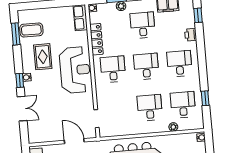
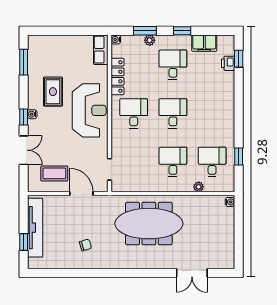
coffee table: (31, 30) -> (54, 173), moved
printer: (191, 35) -> (228, 63), moved
desk: (179, 64) -> (212, 113), removed

